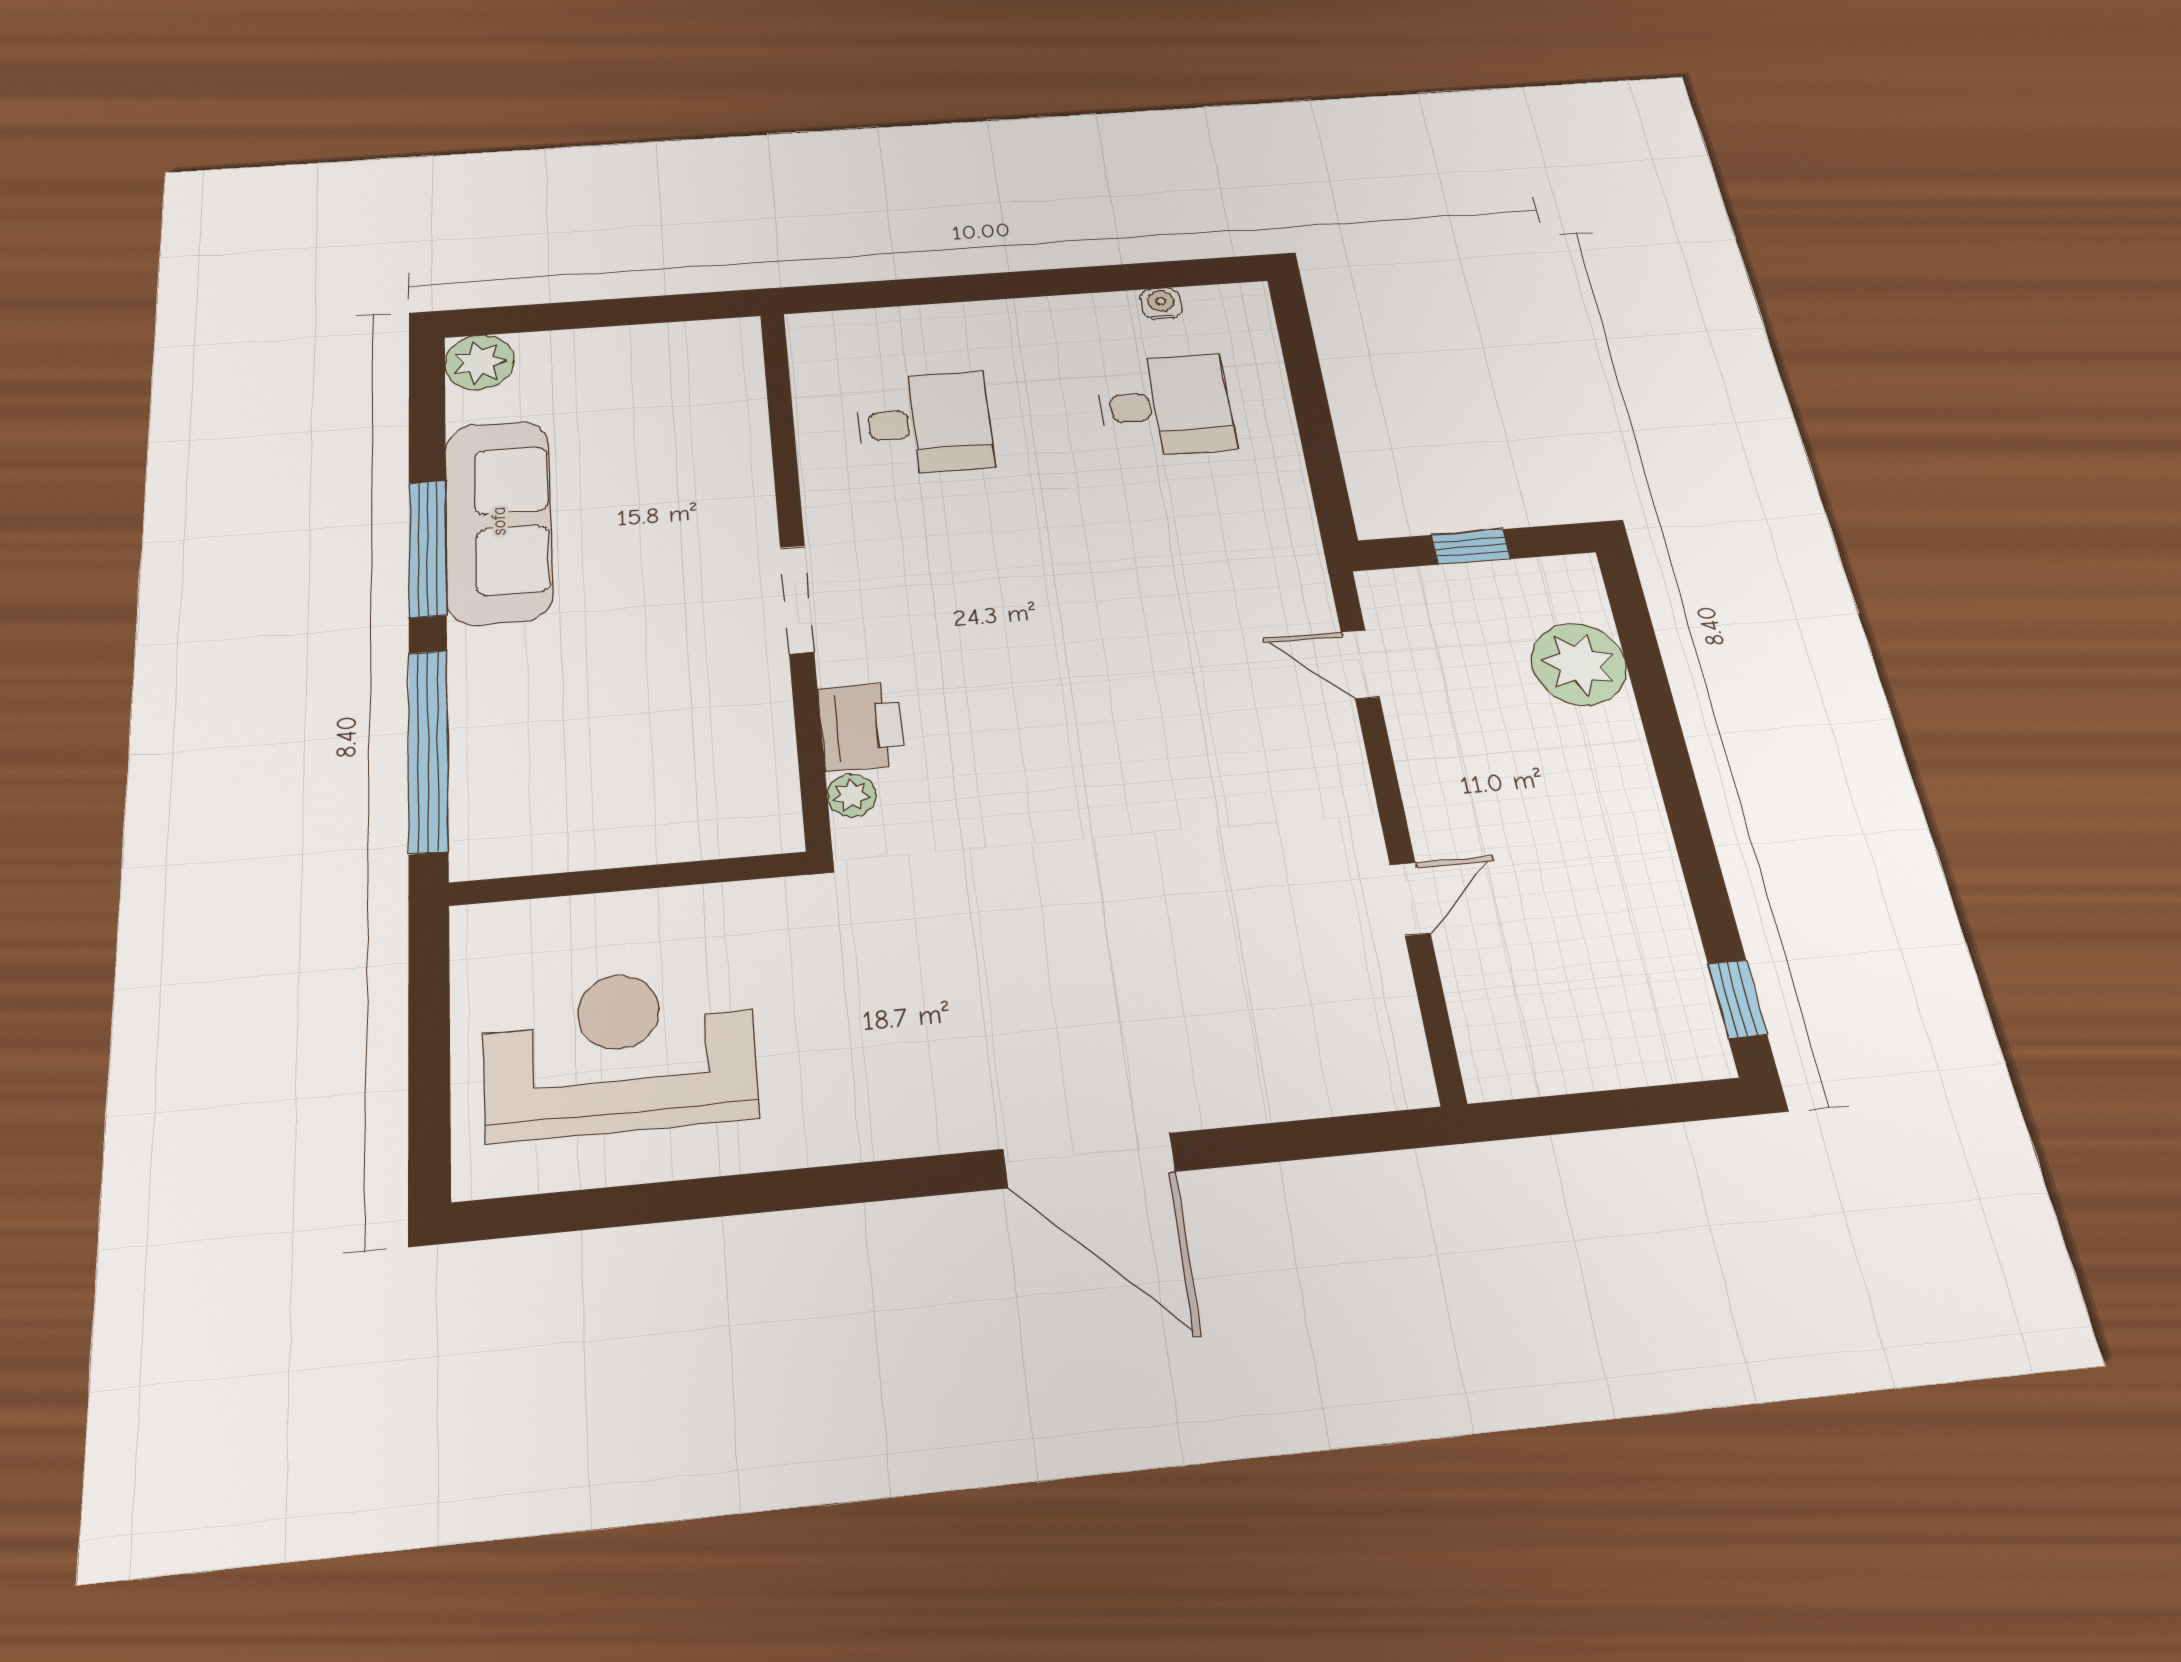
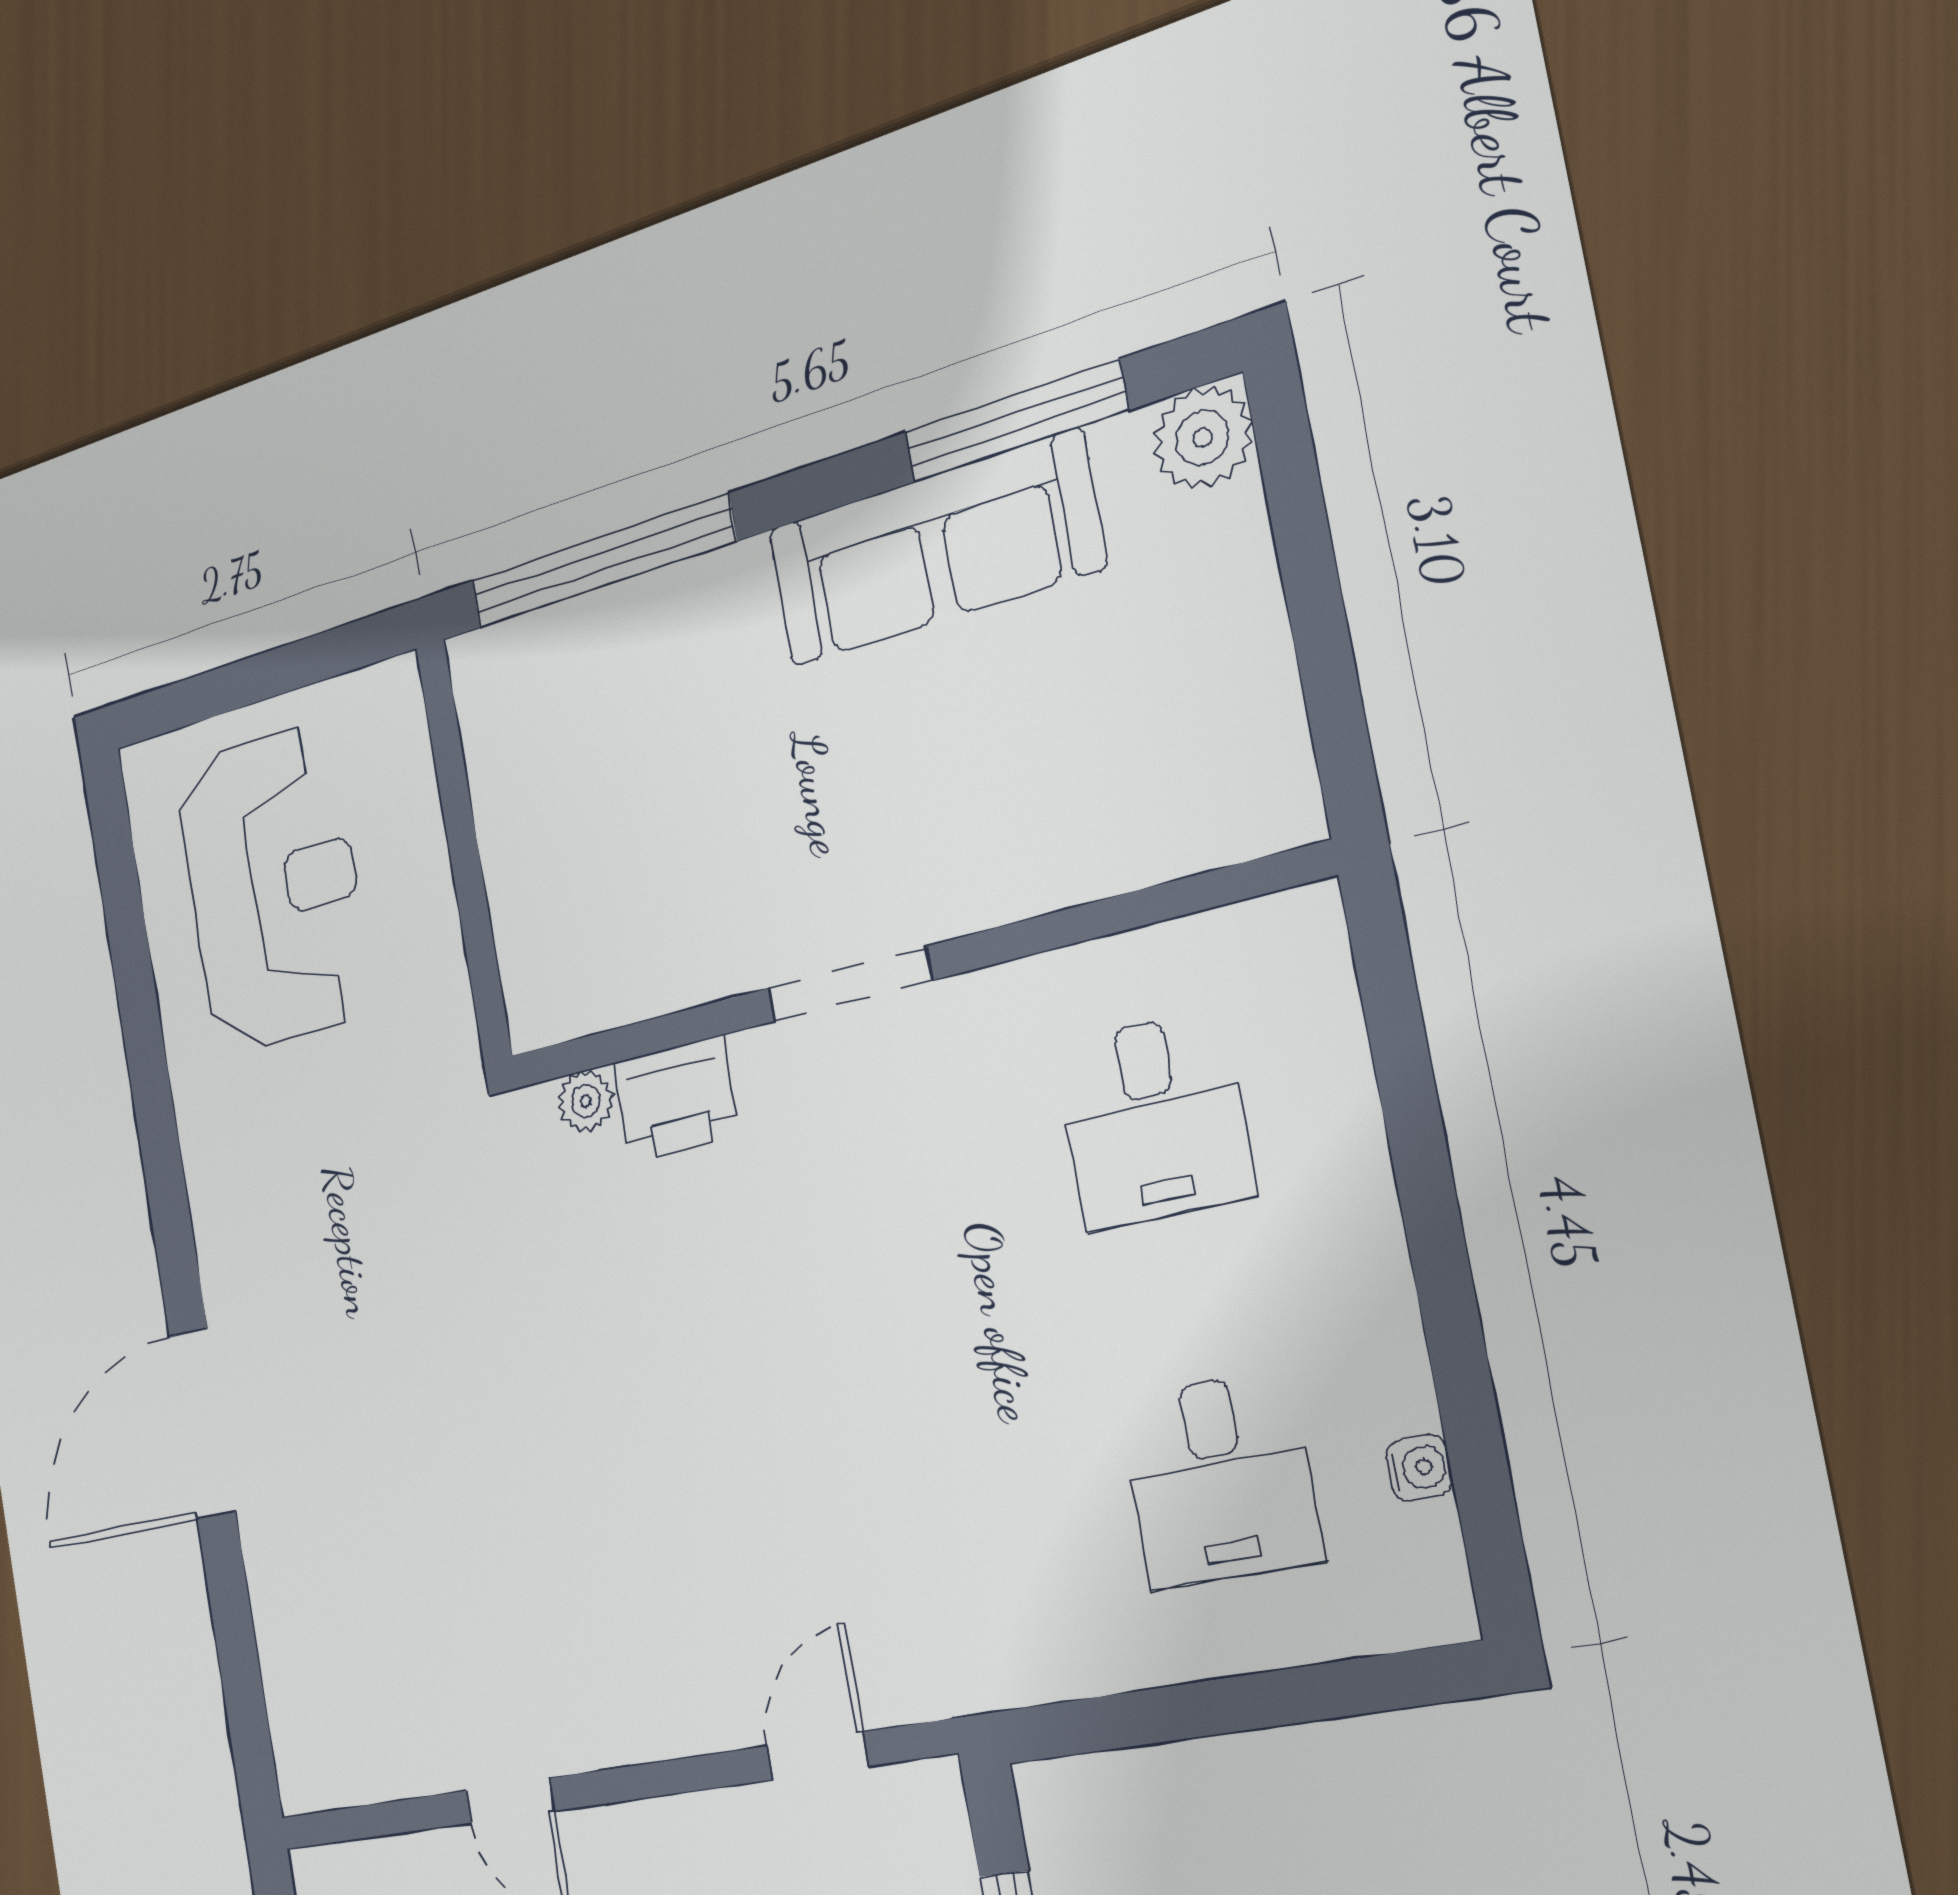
window: (428, 548) -> (1015, 421), moved

